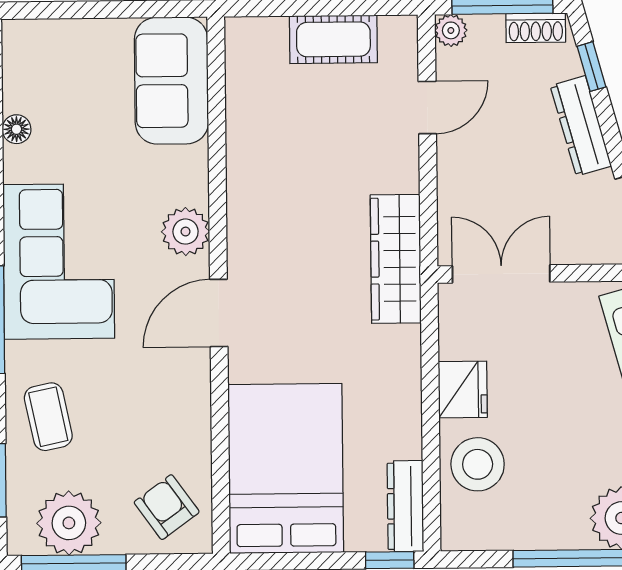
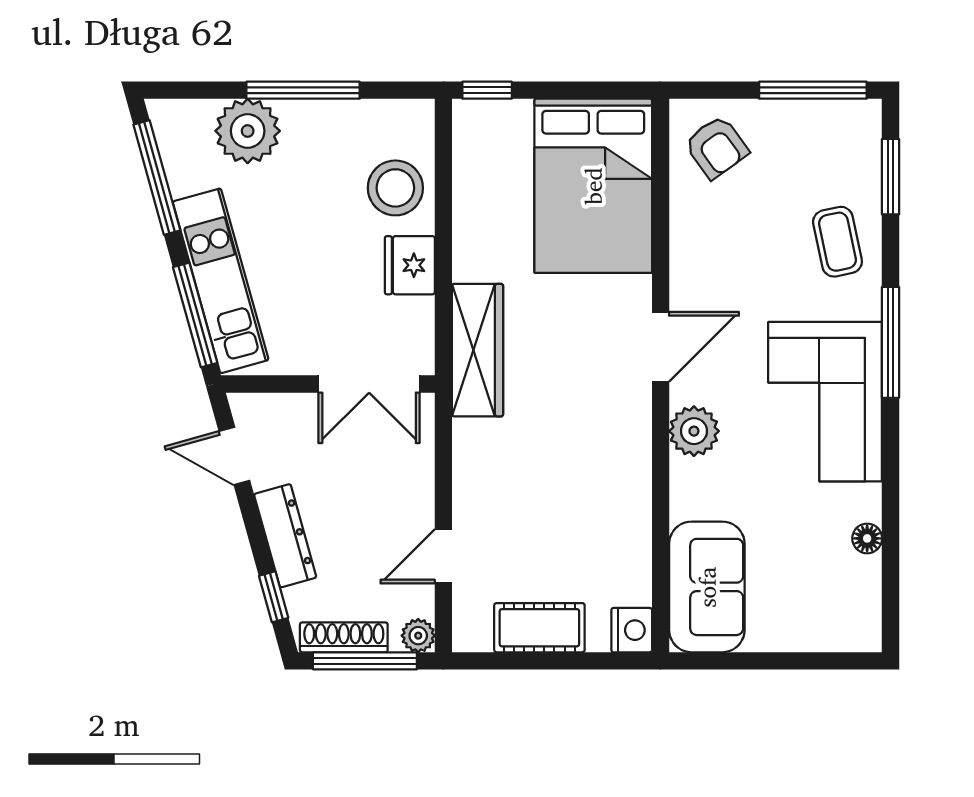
shoe rack: (536, 28) -> (344, 637), width x1.43
nightstand: (244, 38) -> (632, 630), added
wardrobe: (396, 259) -> (478, 350), moved
dresser: (405, 506) -> (470, 146), removed
plant: (69, 523) -> (817, 132), removed

